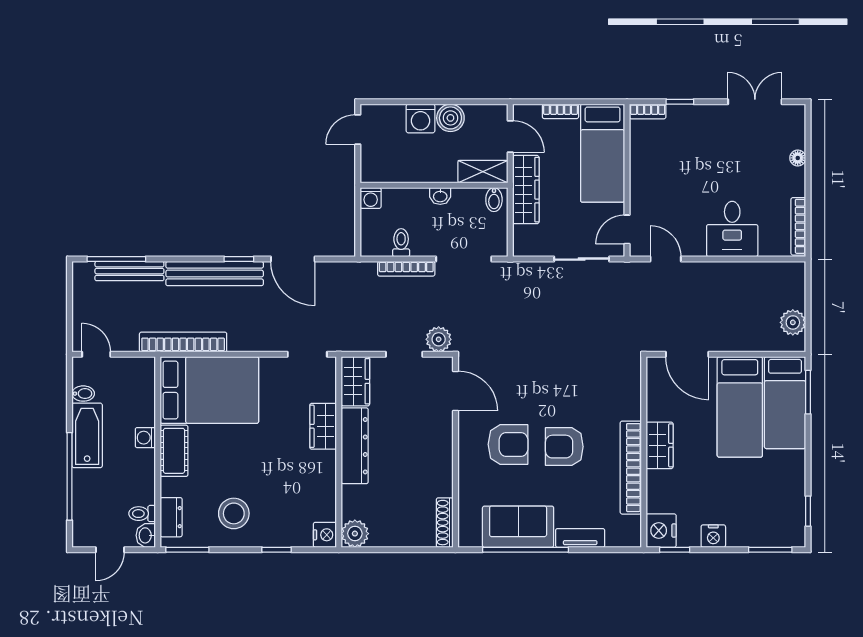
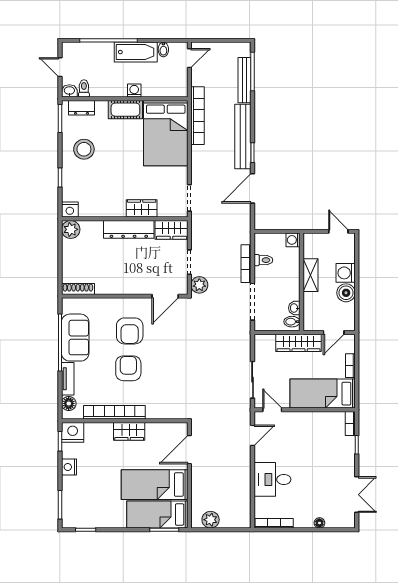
shelving: (483, 172) -> (311, 275), moved
washbasin: (440, 196) -> (294, 308), moved
floor lamp: (617, 536) -> (69, 403), added

